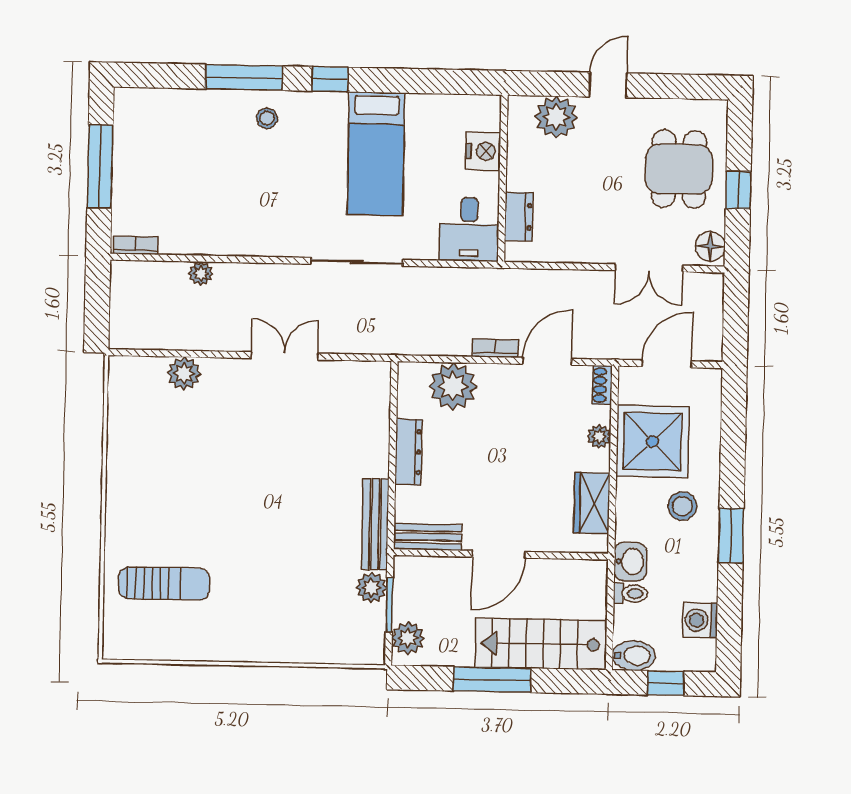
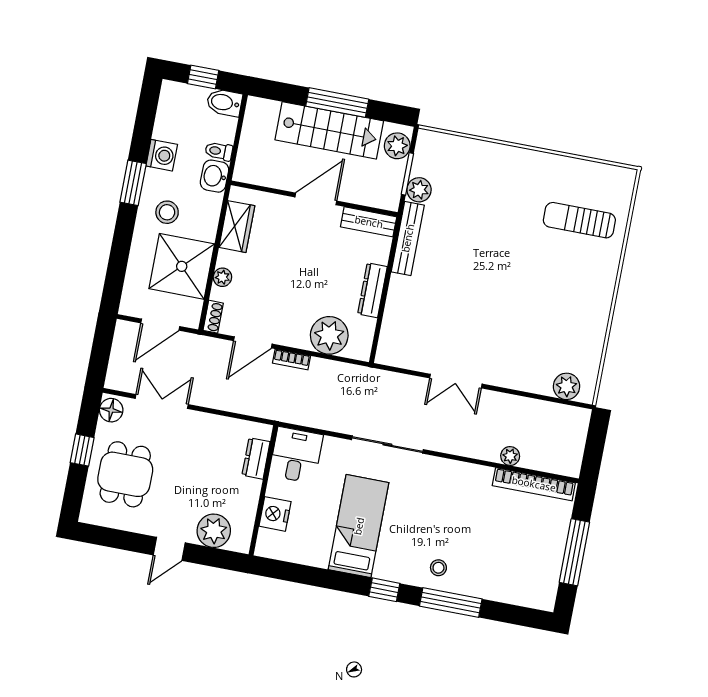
bookcase: (136, 245) -> (534, 484), width x2.31, depth x1.31
plant: (184, 373) -> (567, 386), moved
washing machine: (700, 620) -> (162, 155), moved
stairs: (541, 644) -> (329, 130), moved

